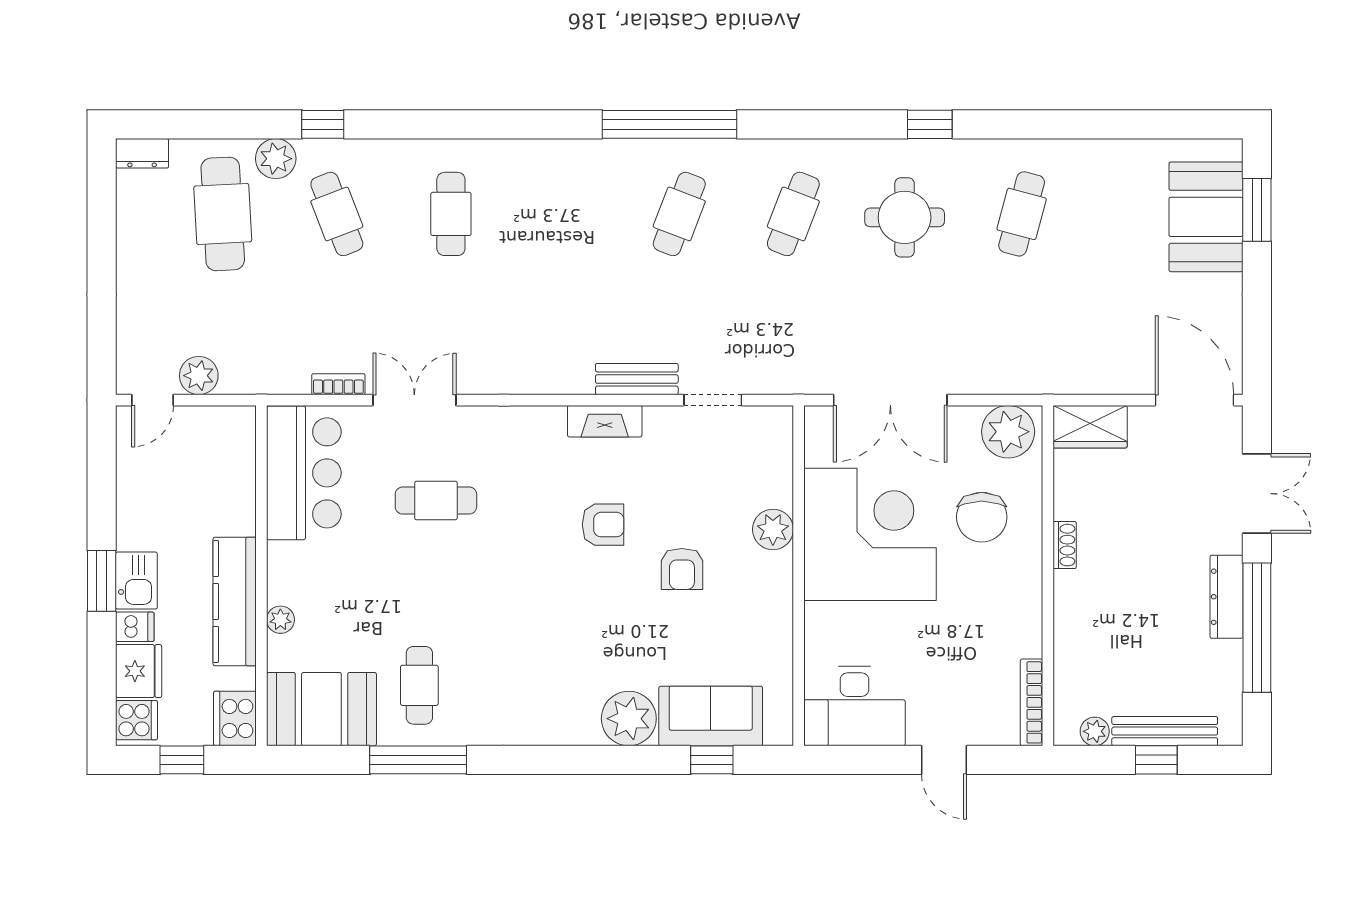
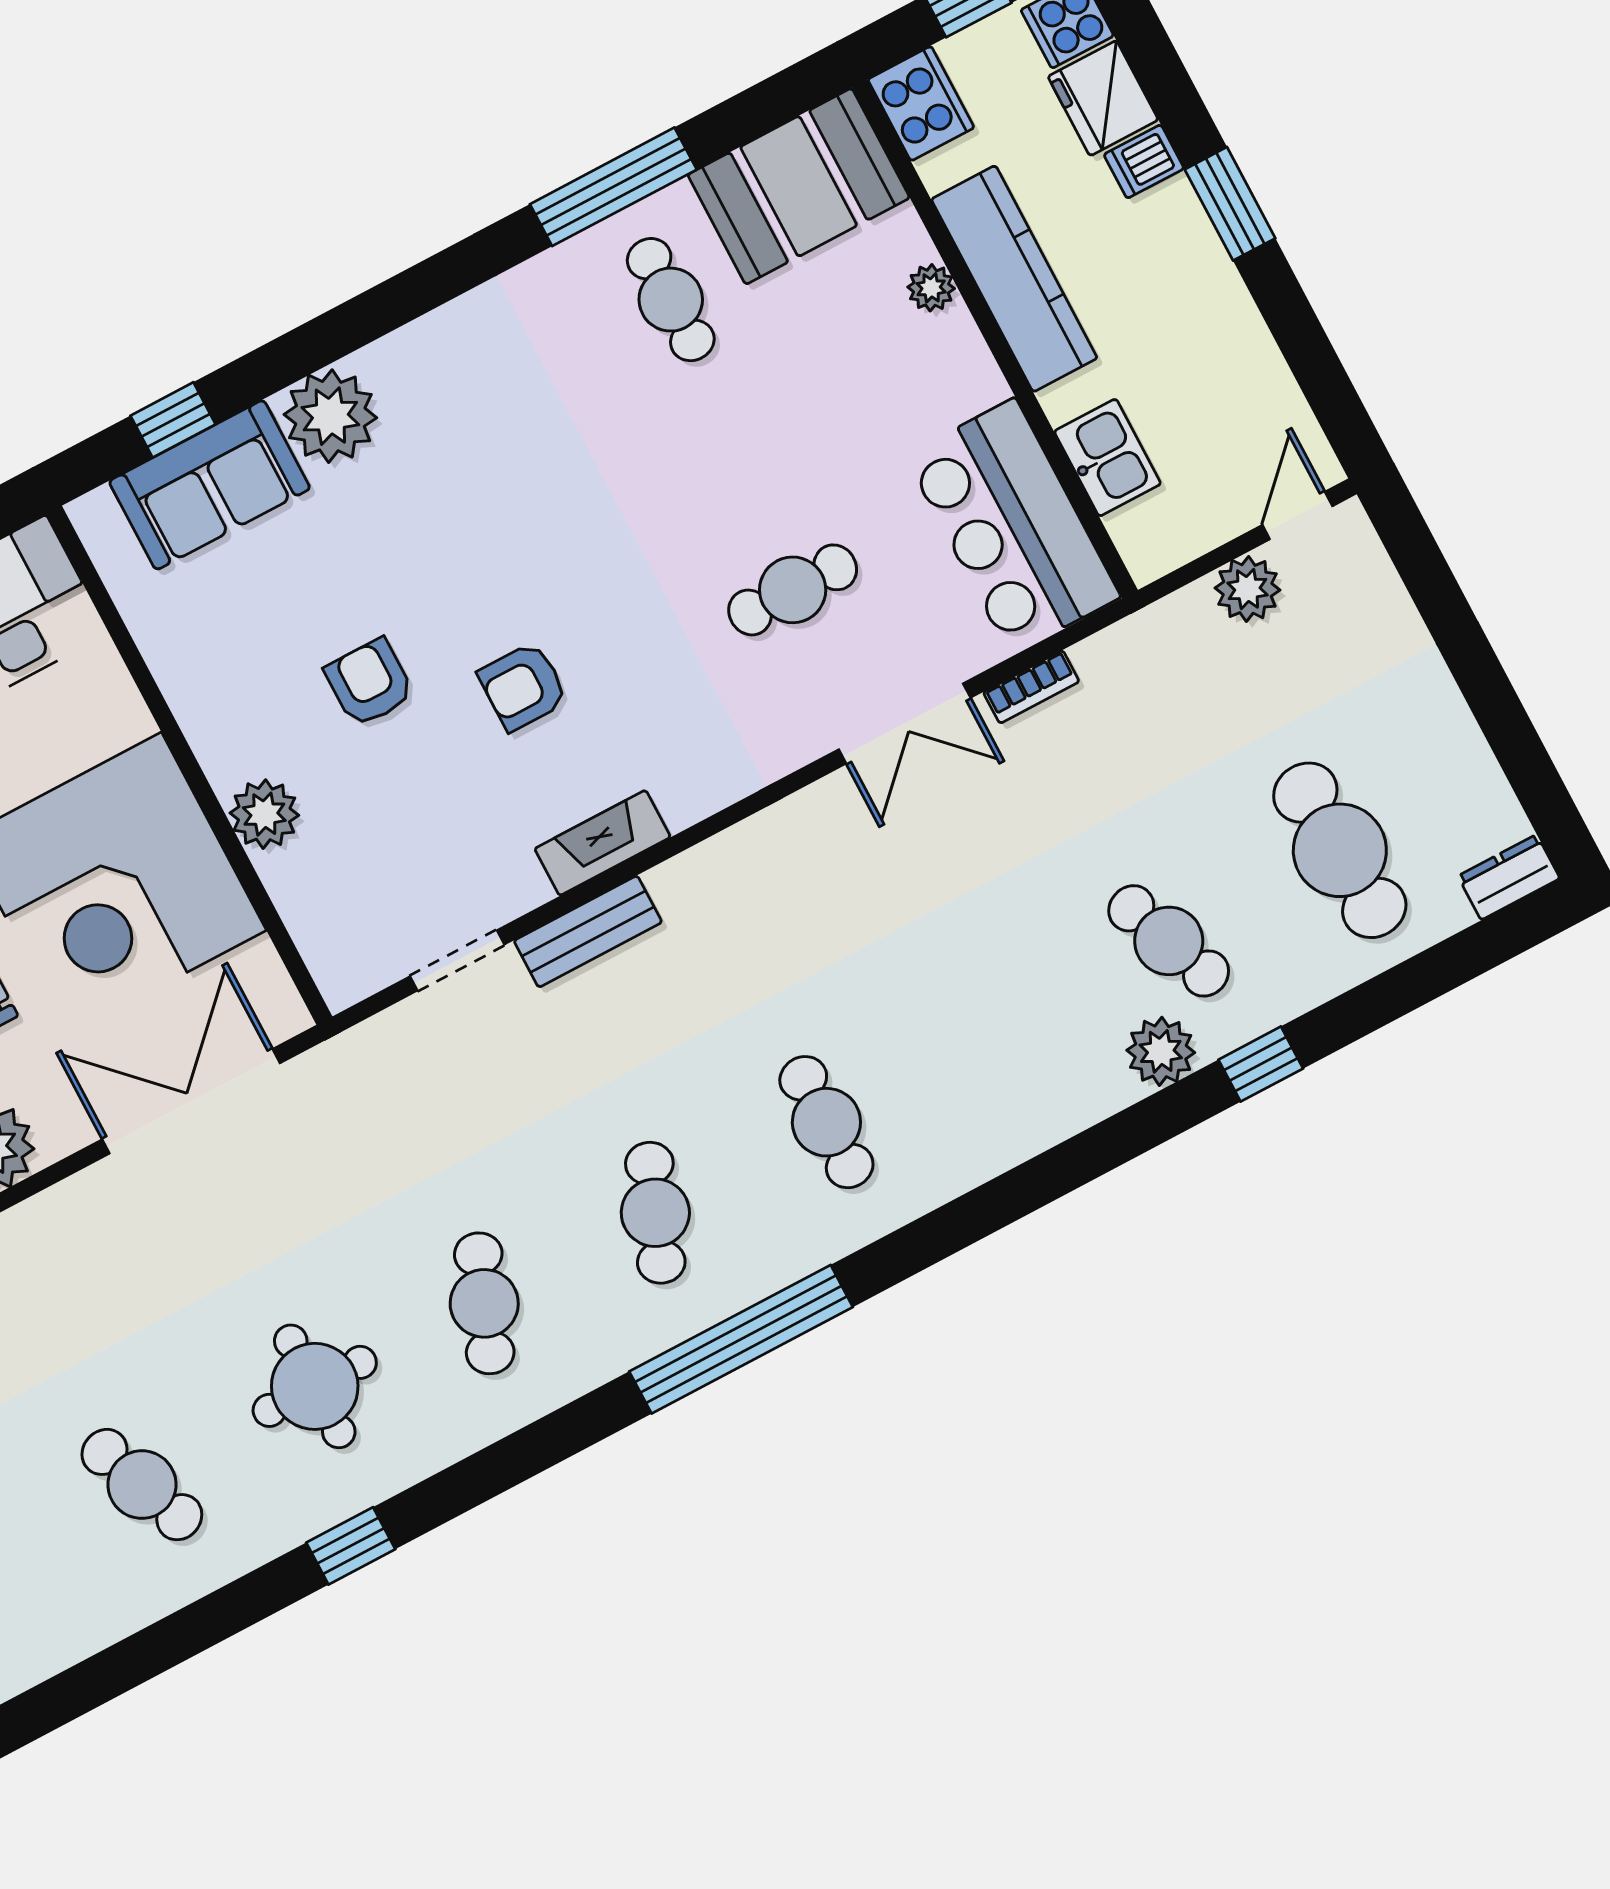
plant: (276, 159) -> (1161, 1051), moved
cafe table: (451, 214) -> (826, 1122), moved
cafe table: (1022, 214) -> (142, 1485), turned -36
kitchen sink: (136, 581) -> (1108, 458), moved, turned 180

